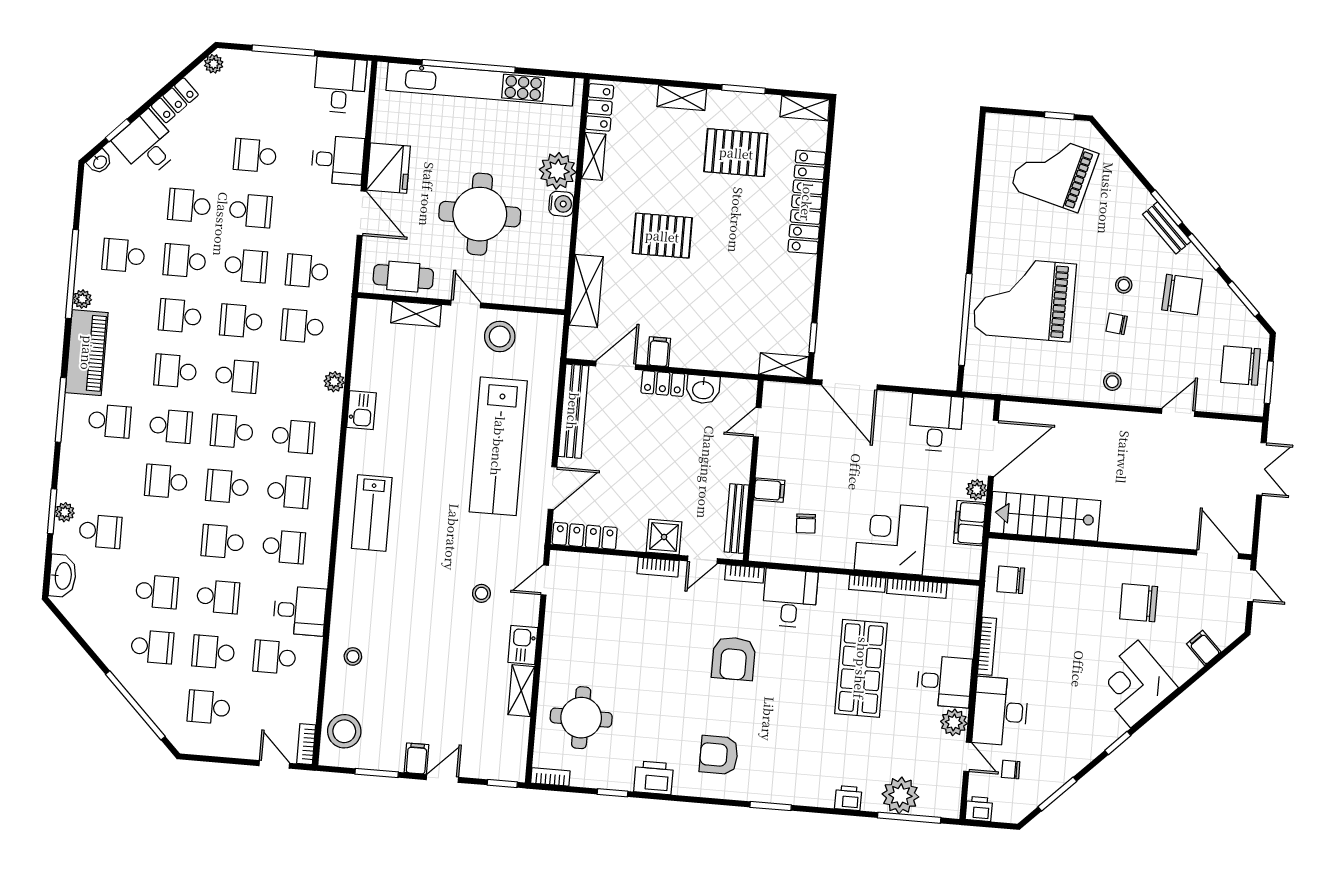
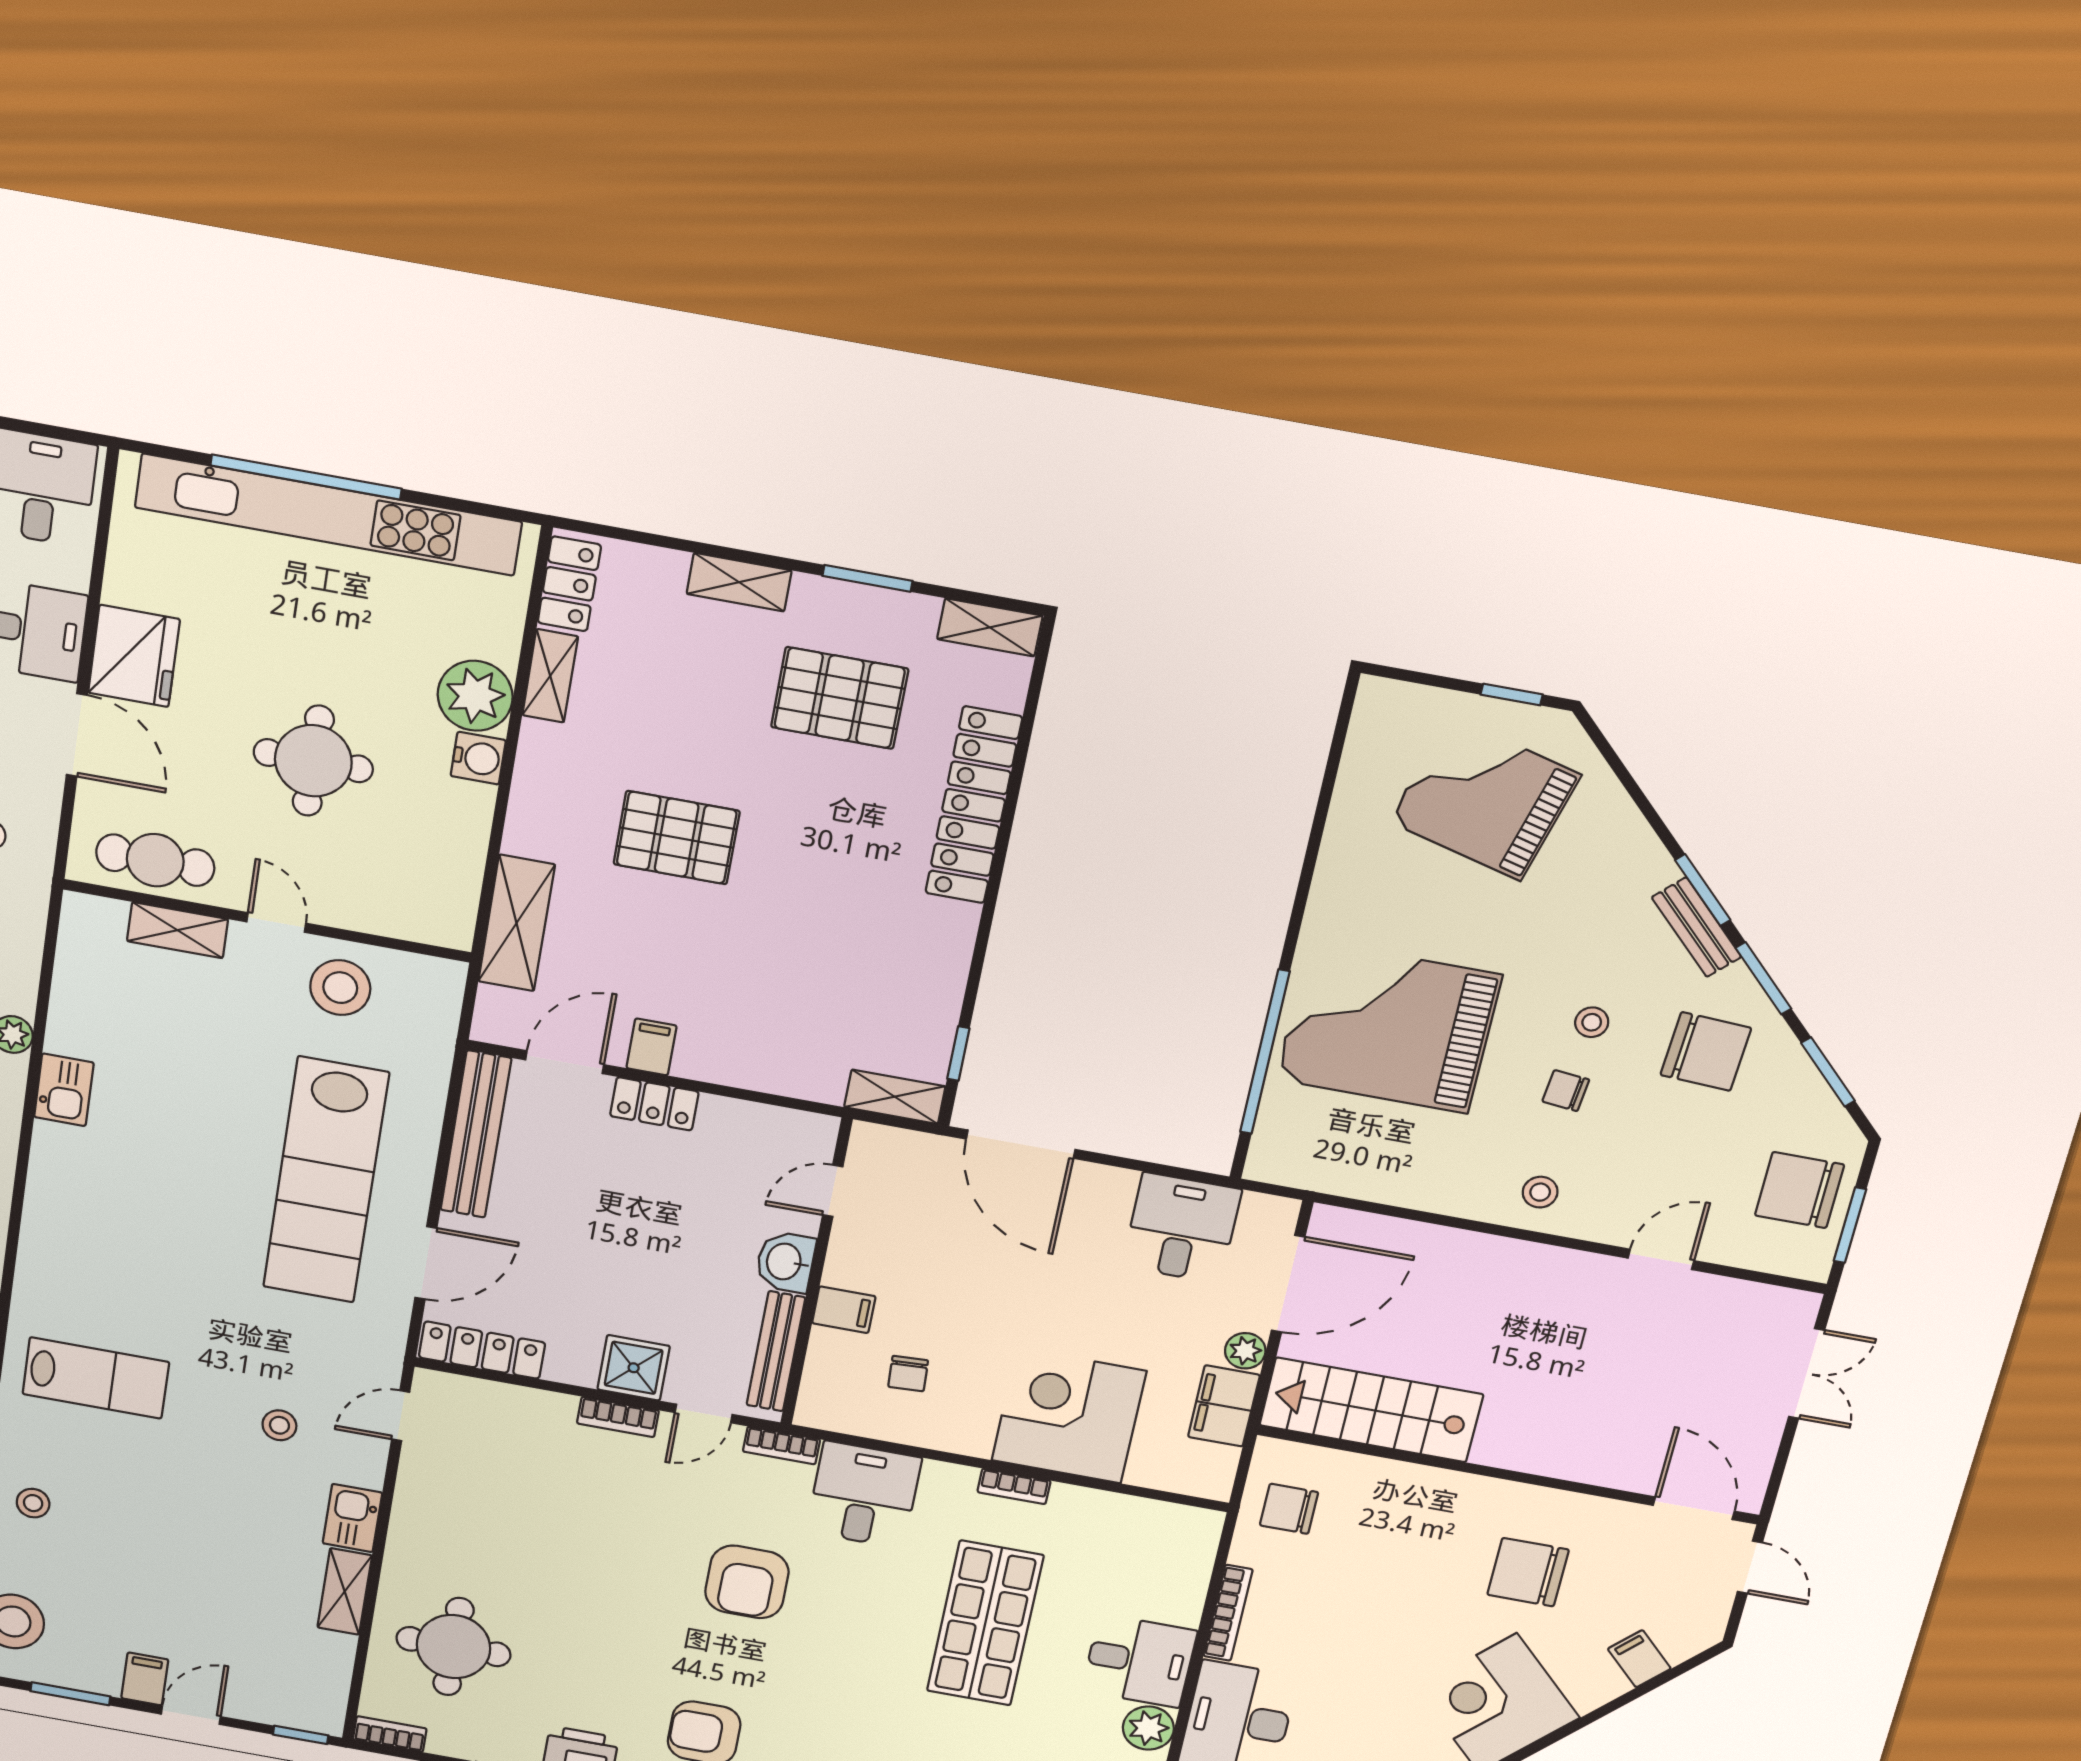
round table: (480, 214) -> (313, 761), width x0.73, depth x0.73
washbasin: (703, 389) -> (785, 1262), moved, turned 90
lab bench: (372, 513) -> (96, 1378), moved, turned -90
bookcase: (917, 588) -> (1108, 1504), removed

